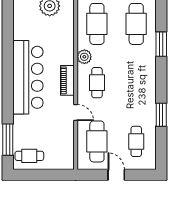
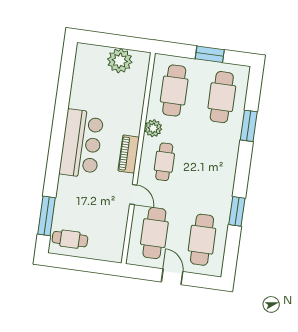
bar counter: (28, 77) -> (81, 144), width x0.73
cafe table: (136, 141) -> (202, 240), width x1.37, depth x1.35

